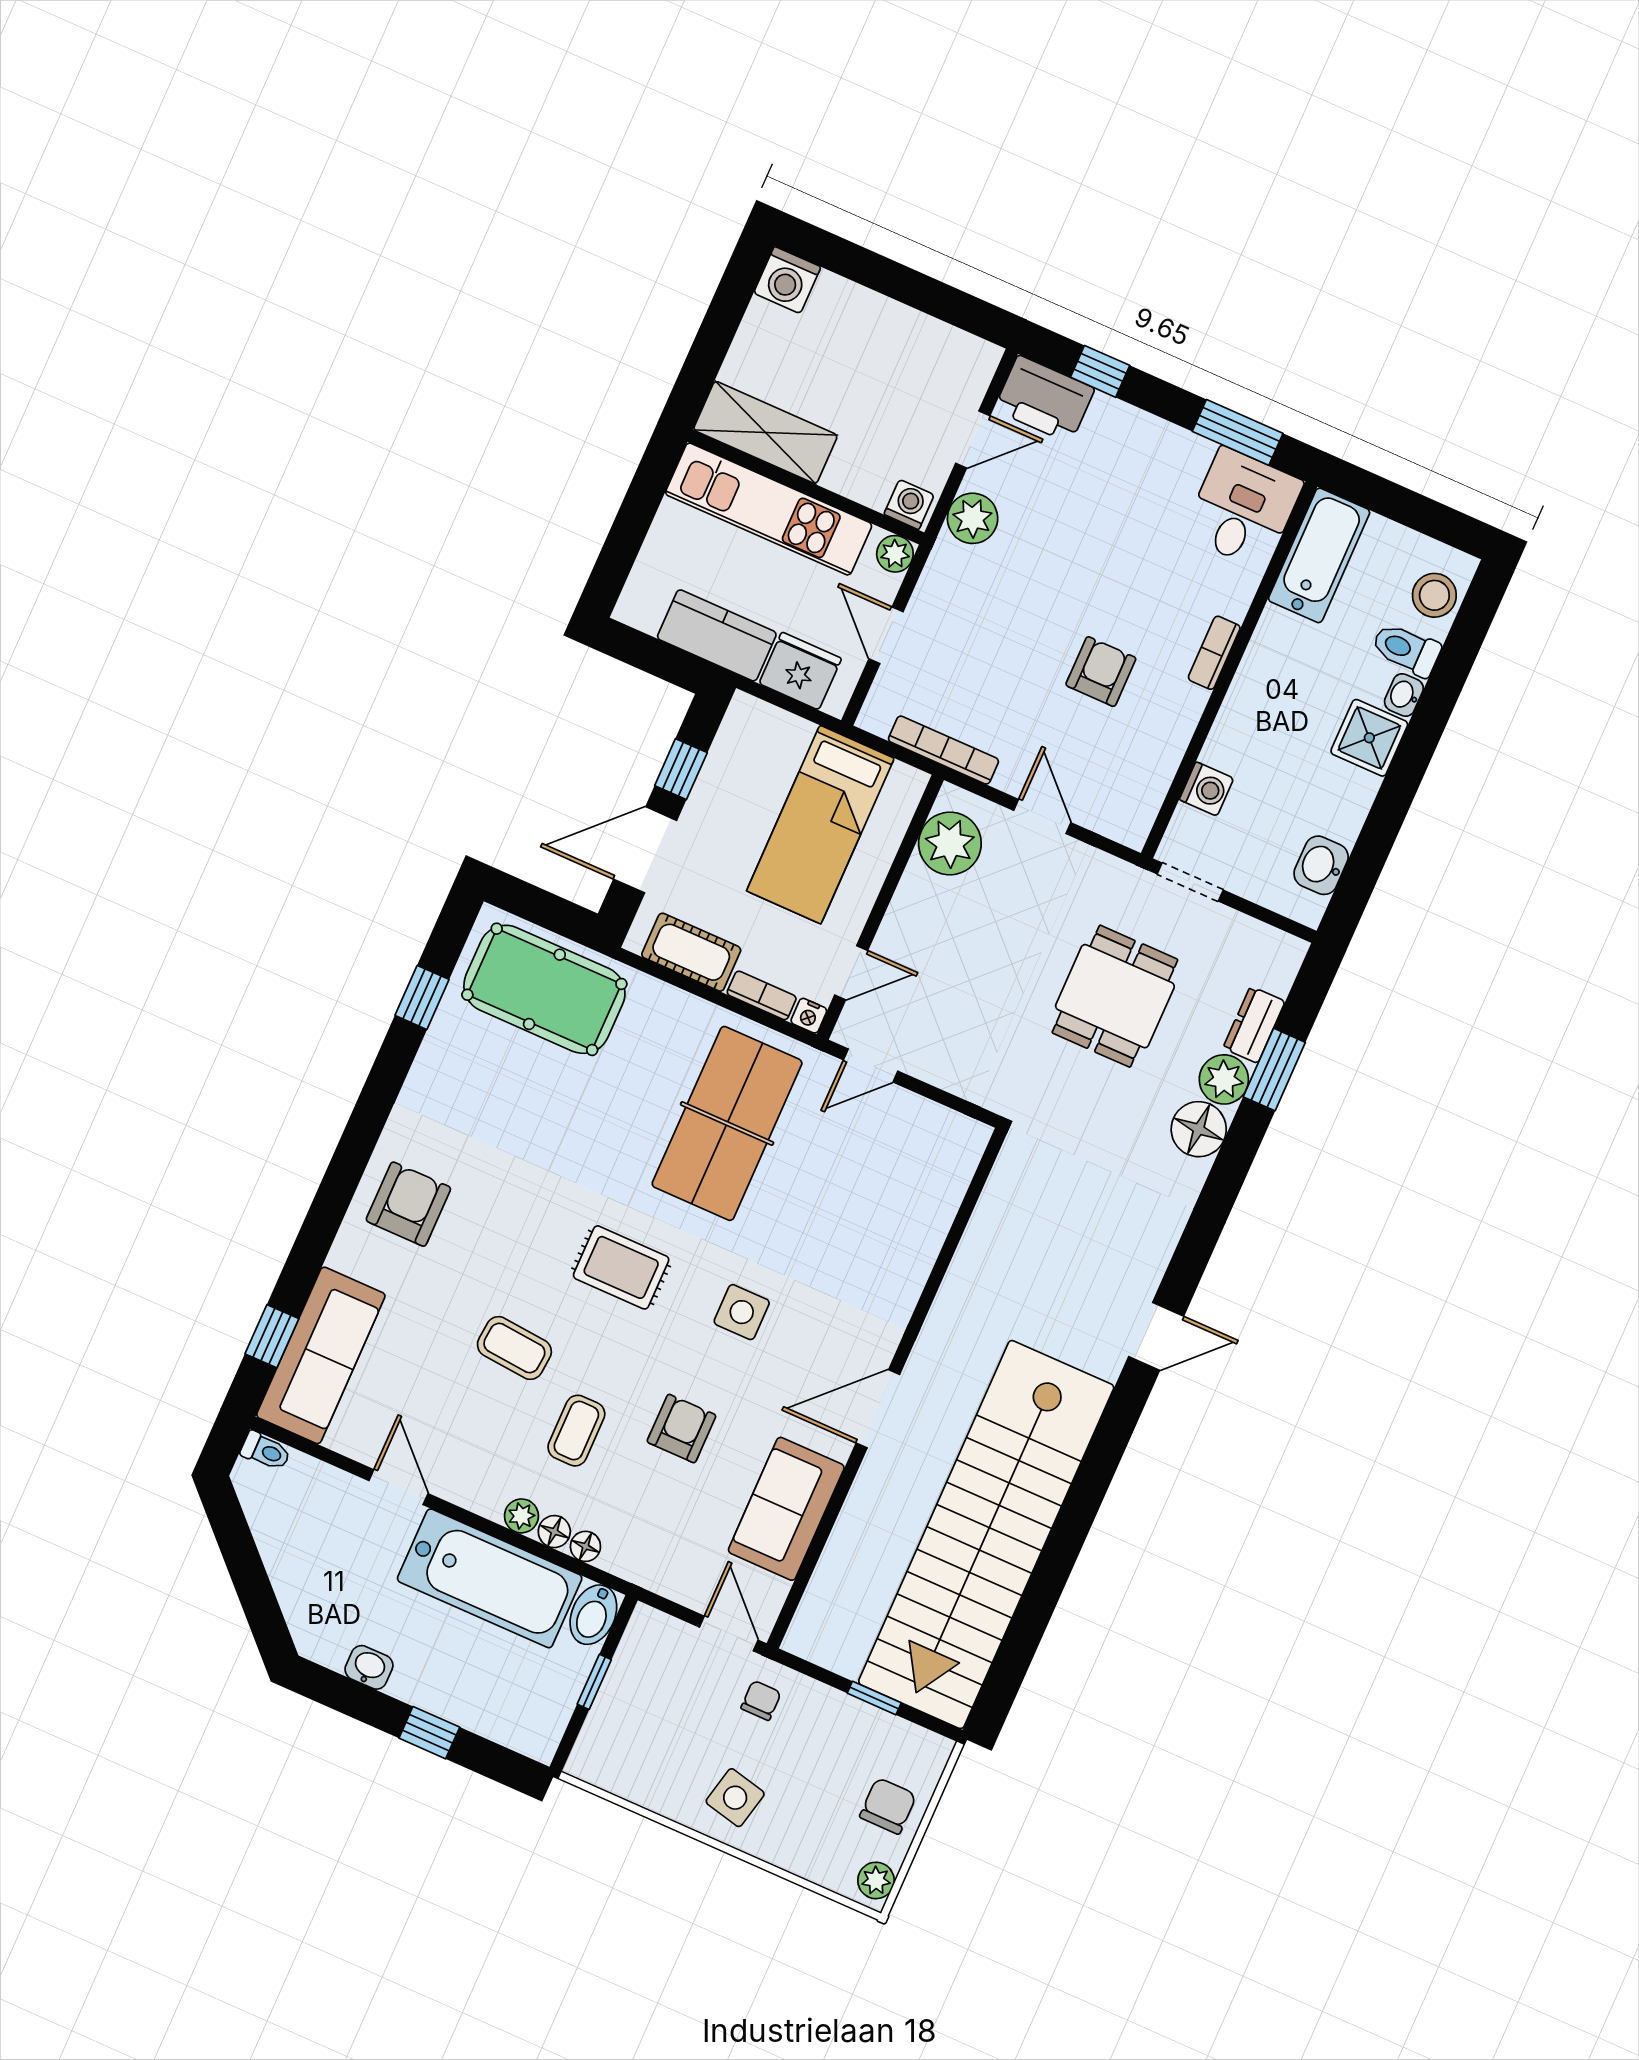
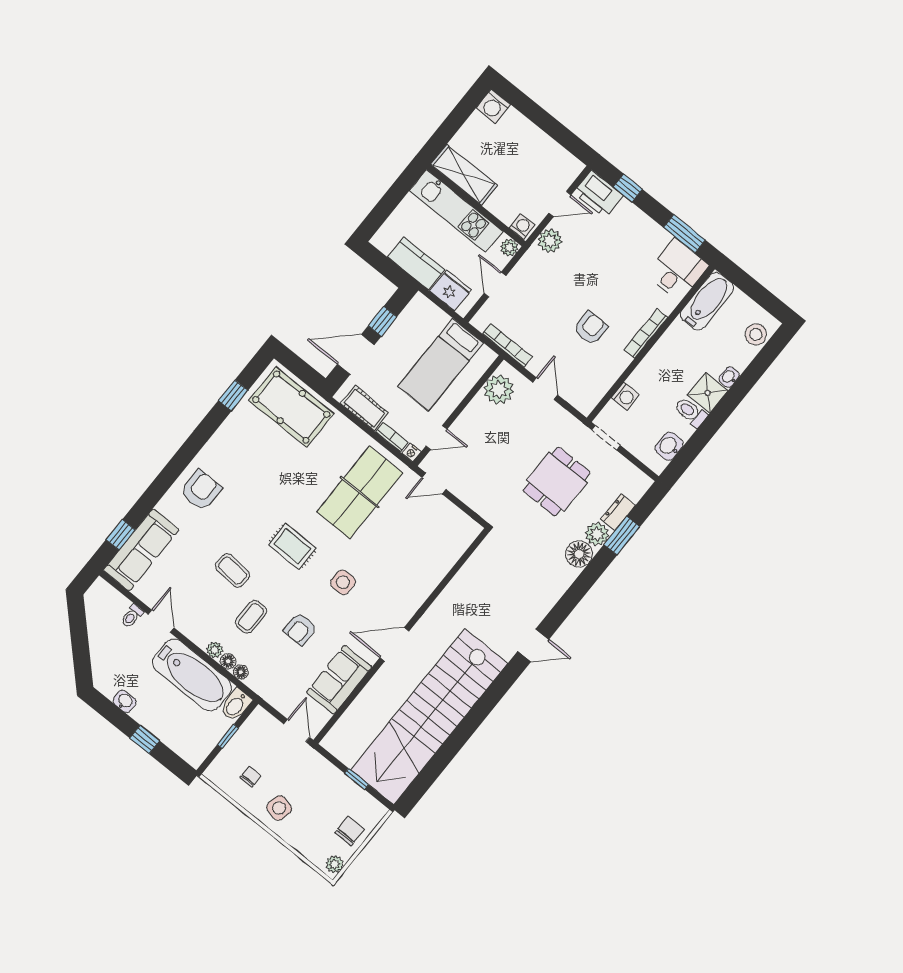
toilet: (1406, 649) -> (691, 412), moved
bookcase: (1214, 653) -> (646, 334), width x1.56
armchair: (681, 1429) -> (300, 629), turned 180
toilet: (266, 1451) -> (132, 616), moved, turned 90
chair: (761, 1700) -> (251, 777), moved

